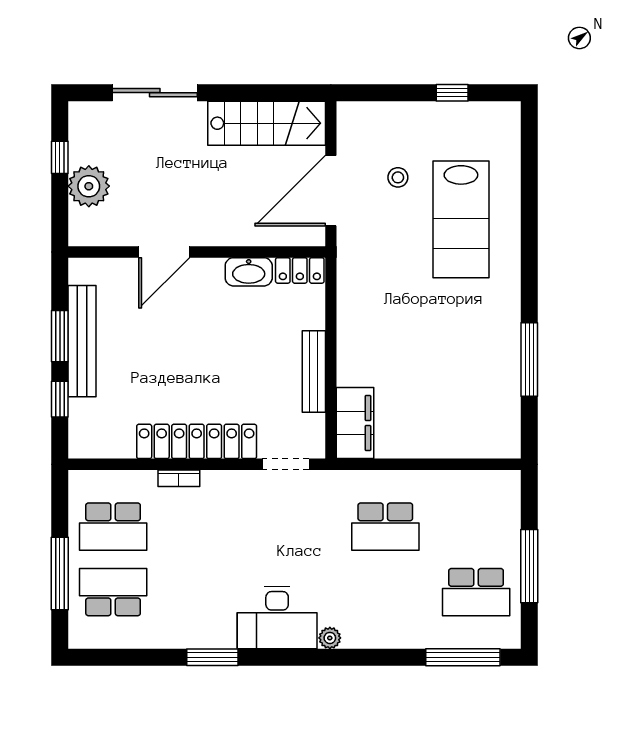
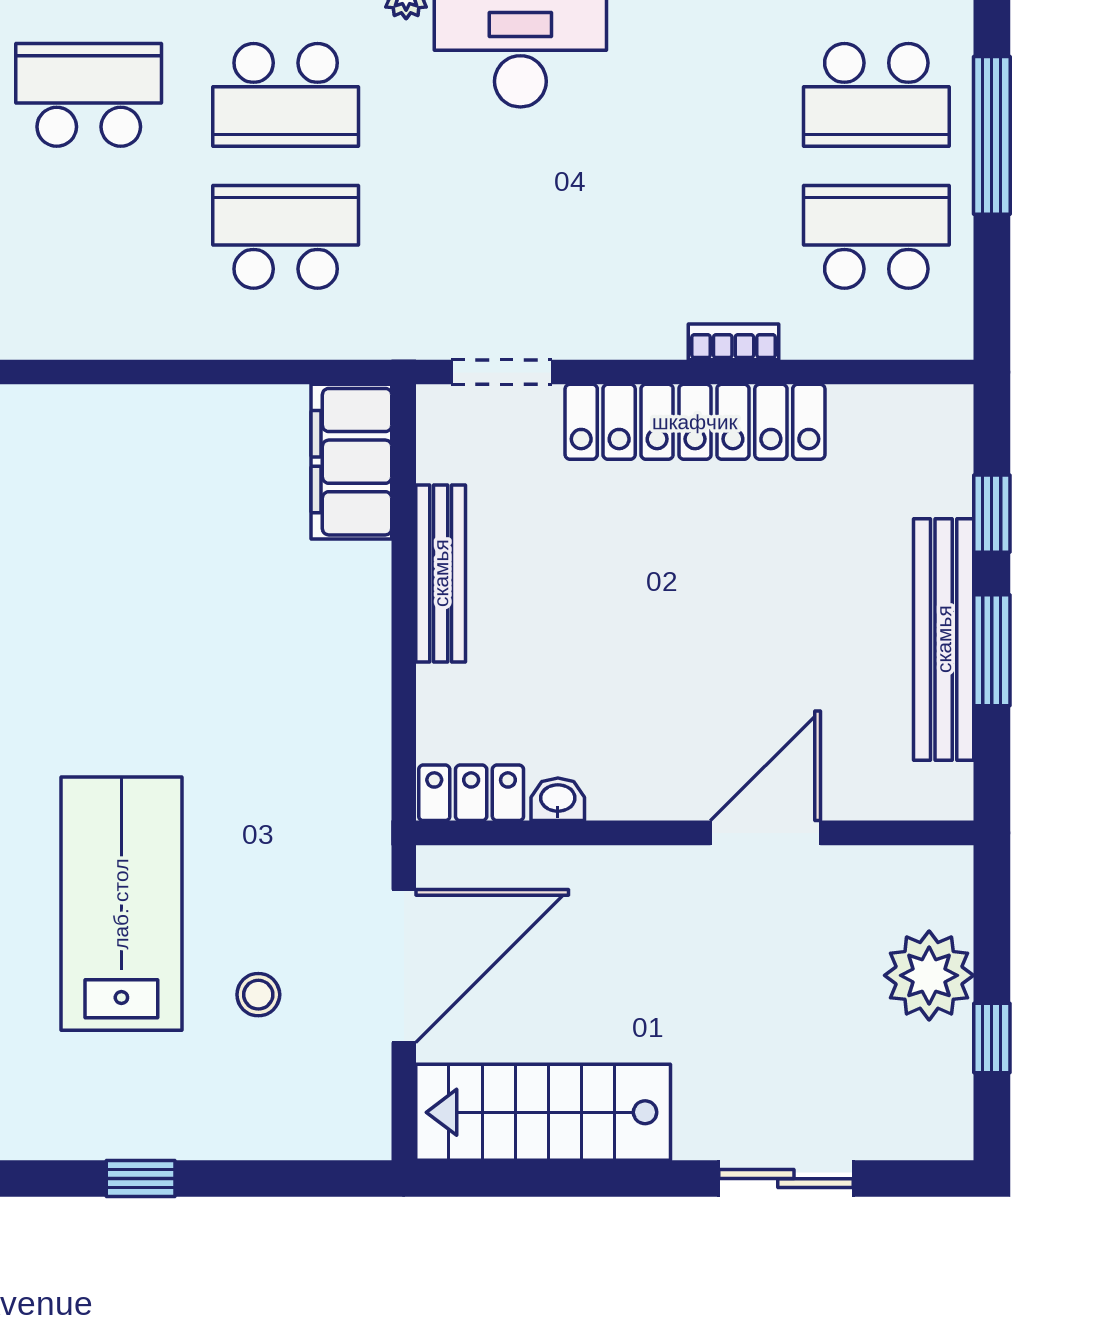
sliding door: (155, 93) -> (786, 1179), width x0.73
washbasin: (249, 272) -> (558, 799), width x0.52, depth x0.69
school desk: (385, 592) -> (286, 95), added

